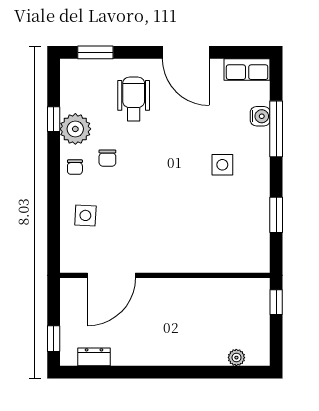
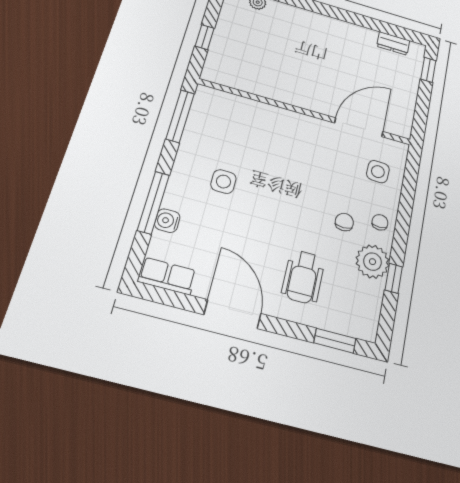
window: (276, 215) -> (180, 116), width x1.44
door: (111, 275) -> (359, 127), moved
wall: (165, 275) -> (305, 112), moved

